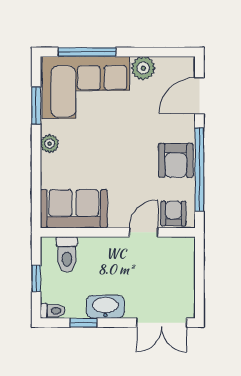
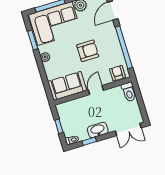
armchair: (176, 160) -> (88, 51), moved, turned -90
door: (144, 232) -> (96, 90), moved
toilet: (67, 254) -> (129, 92), moved

